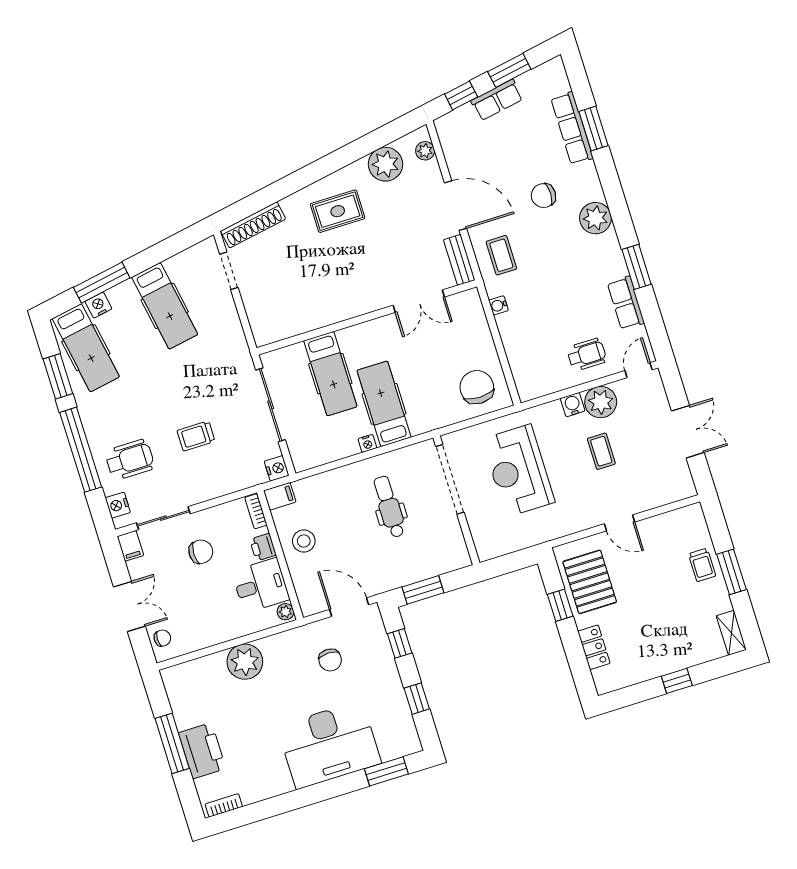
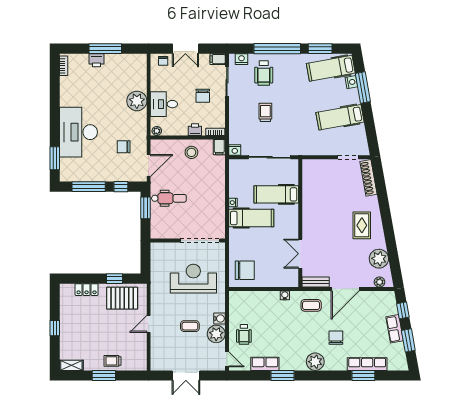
dental chair: (389, 507) -> (169, 198), moved
desk: (261, 585) -> (164, 104), moved, turned 90
window: (417, 699) -> (89, 187), width x2.17
printer: (202, 751) -> (96, 60), width x0.53, depth x0.68

